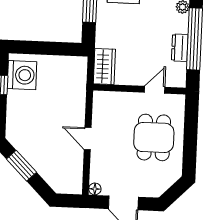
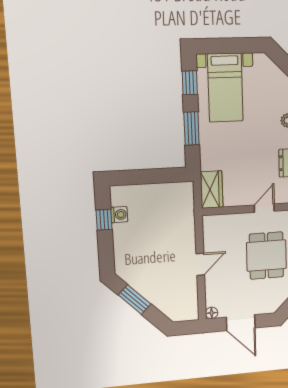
washing machine: (22, 75) -> (119, 215), width x0.53, depth x0.53
door: (88, 138) -> (200, 264), swing flipped

